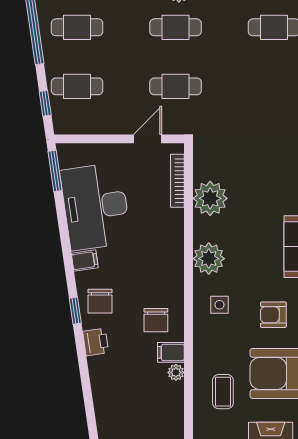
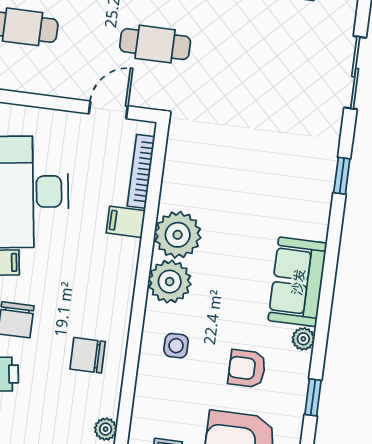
plant: (210, 198) -> (178, 235), moved
chair: (156, 320) -> (88, 355), turned 90
filing cabinet: (171, 352) -> (126, 222), moved

